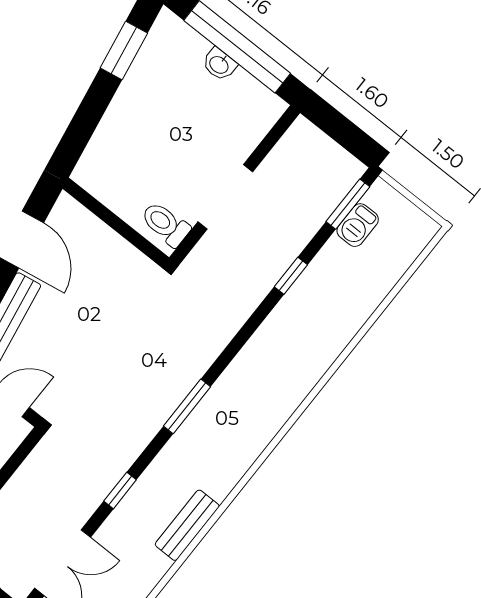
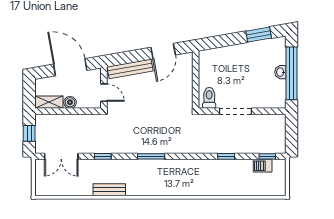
window: (348, 204) -> (267, 156), width x0.67

